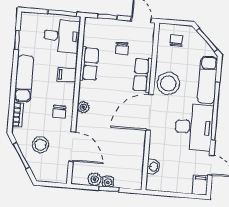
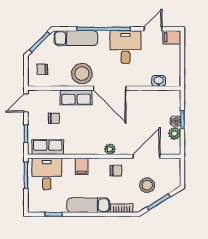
row of seats: (89, 64) -> (48, 147), moved
desk: (194, 127) -> (125, 47), width x0.73

